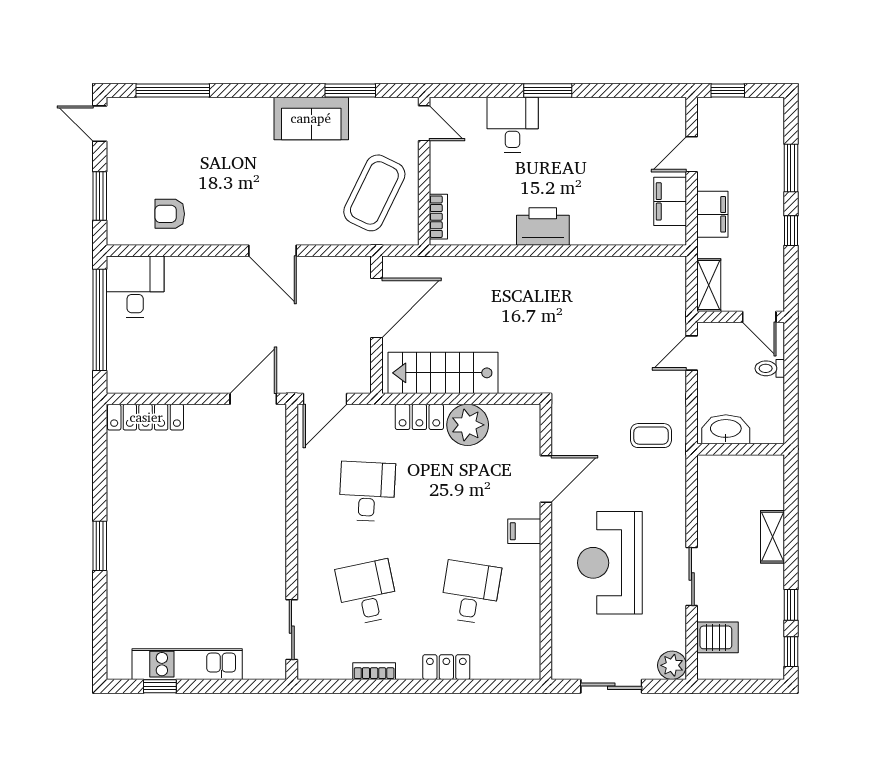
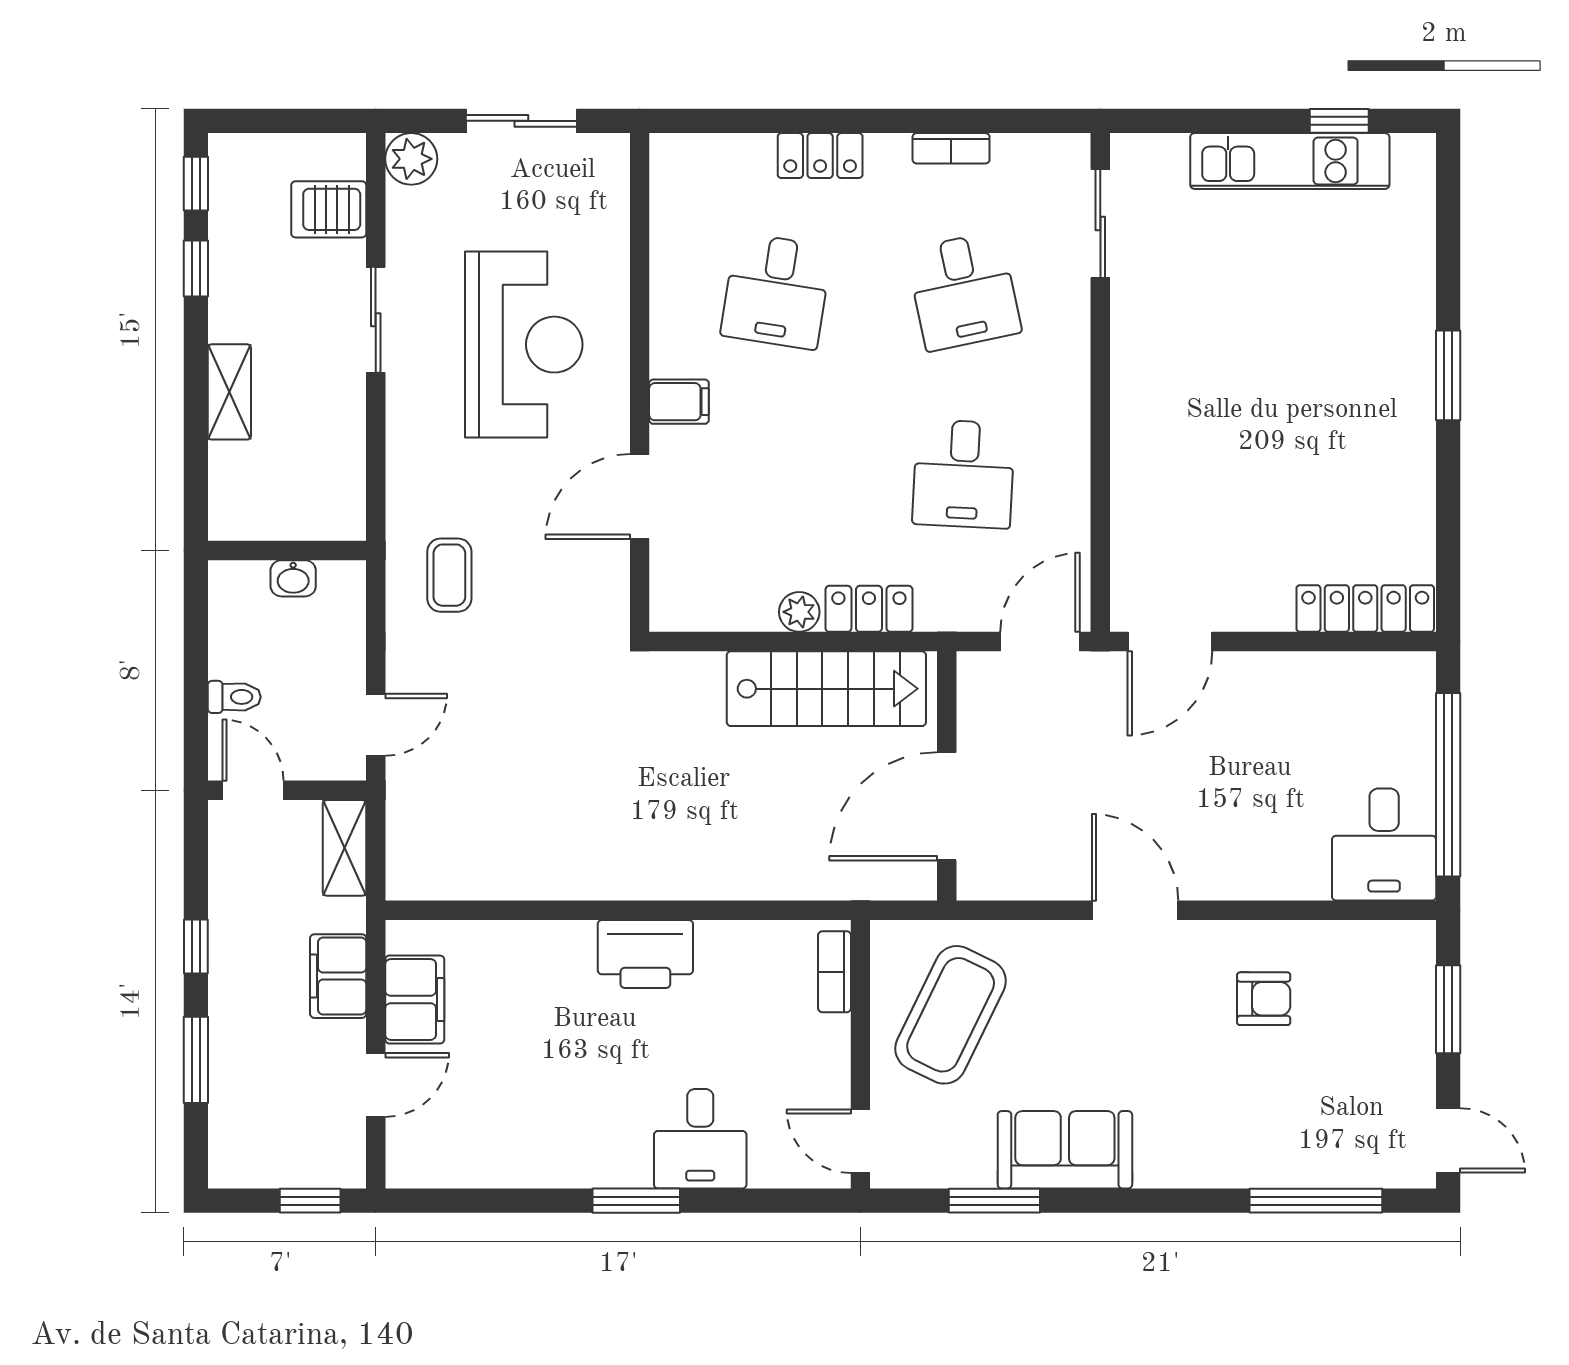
armchair: (170, 214) -> (1264, 999), moved
plant: (468, 425) -> (799, 612), width x0.53, depth x0.53
washbasin: (726, 429) -> (293, 578), width x0.52, depth x0.69
coffee table: (651, 436) -> (449, 575), turned 90

